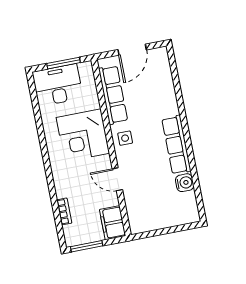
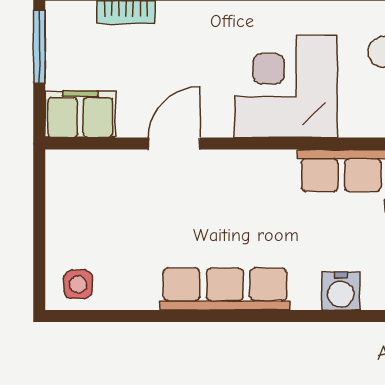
side table: (125, 138) -> (78, 284), moved
water cooler: (185, 183) -> (341, 291), moved

